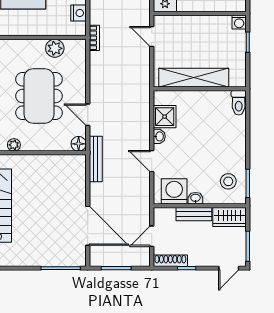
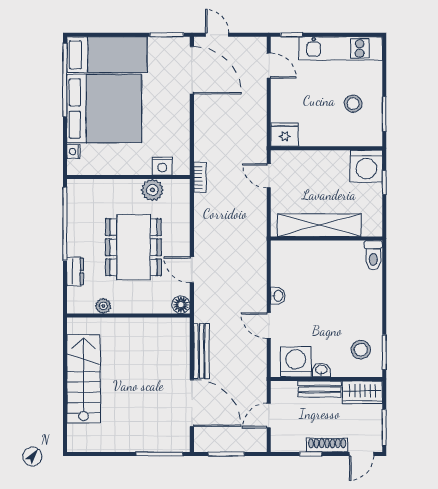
nightstand: (79, 13) -> (162, 166), moved, turned 90
washing machine: (239, 22) -> (366, 166), width x1.89, depth x1.89
shower: (165, 117) -> (284, 272), removed
bench: (96, 159) -> (202, 351), moved
shoe rack: (170, 261) -> (327, 445), moved

